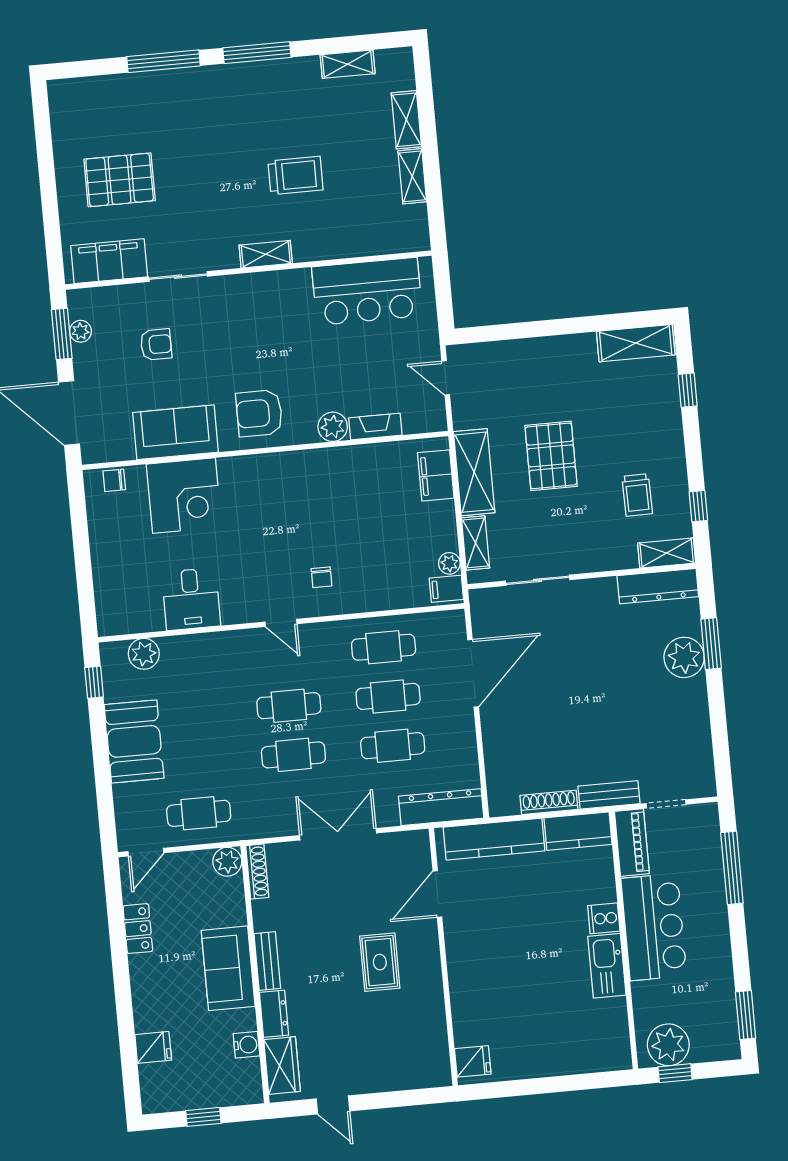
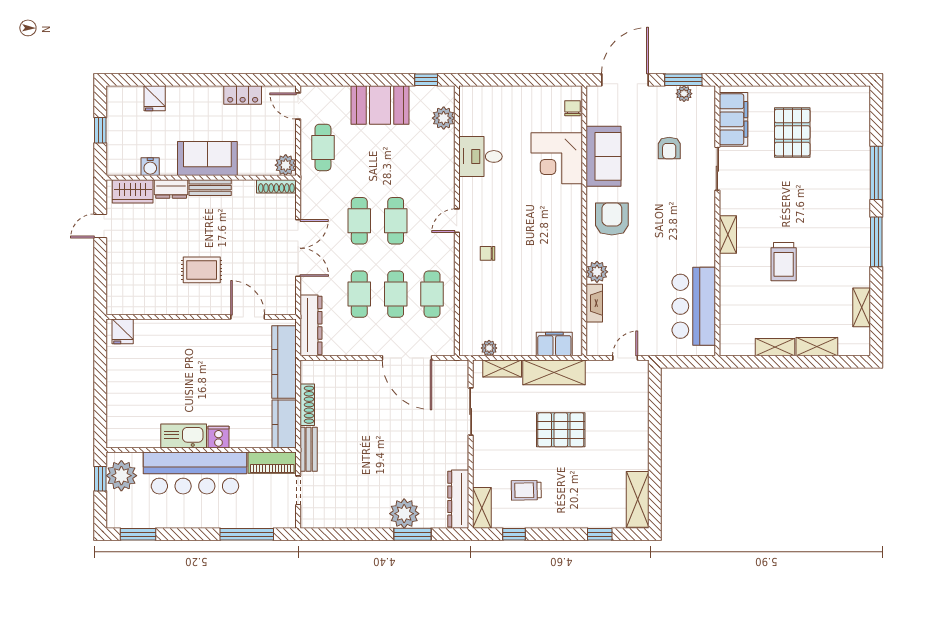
filing cabinet: (446, 589) -> (471, 344), removed
bar counter: (654, 927) -> (195, 473), width x1.36

